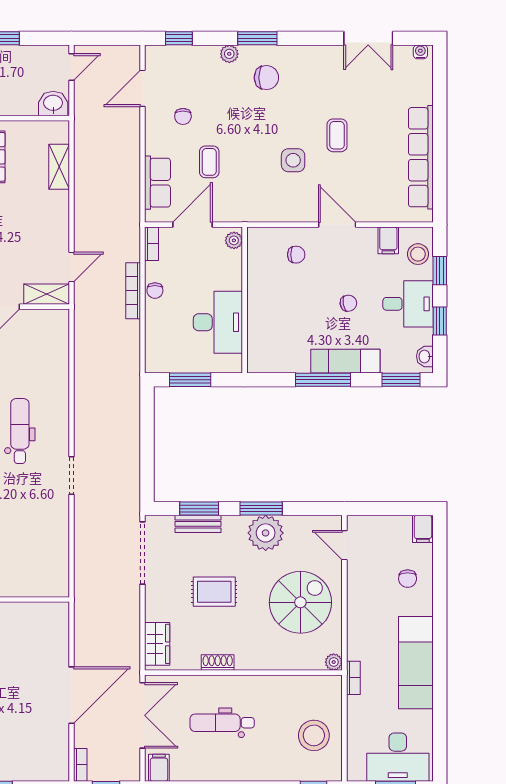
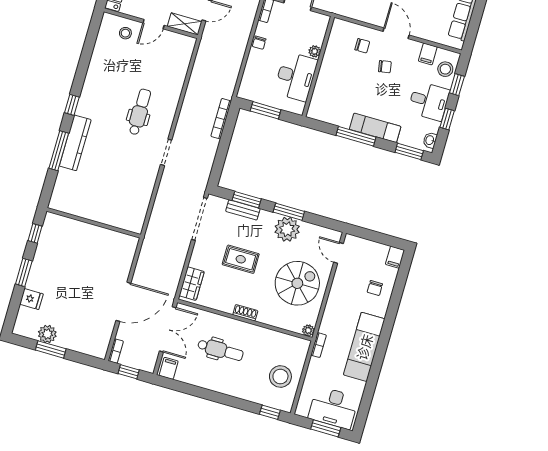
plant: (234, 240) -> (315, 51), moved
bookcase: (133, 291) -> (221, 119), moved
chair: (348, 303) -> (385, 67), moved
shoe rack: (218, 663) -> (245, 313), moved
dental chair: (222, 723) -> (220, 350), turned 180

